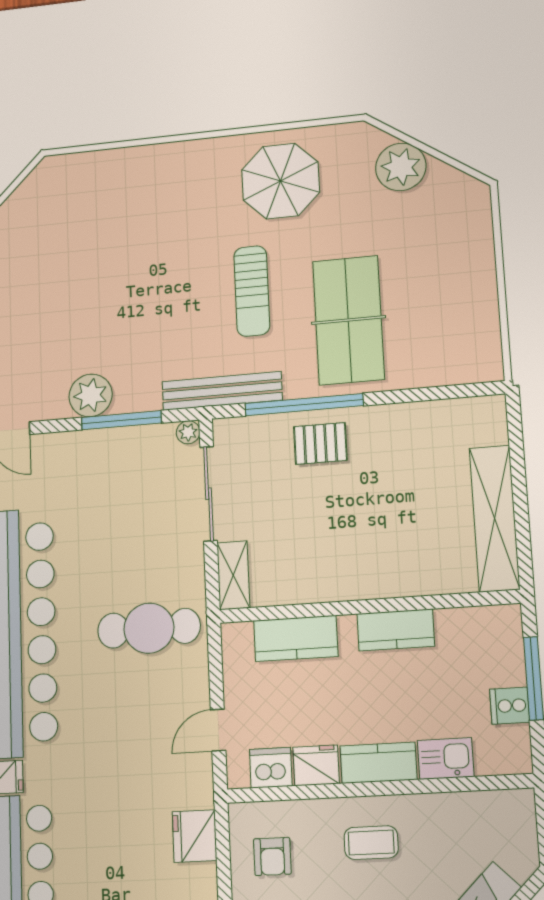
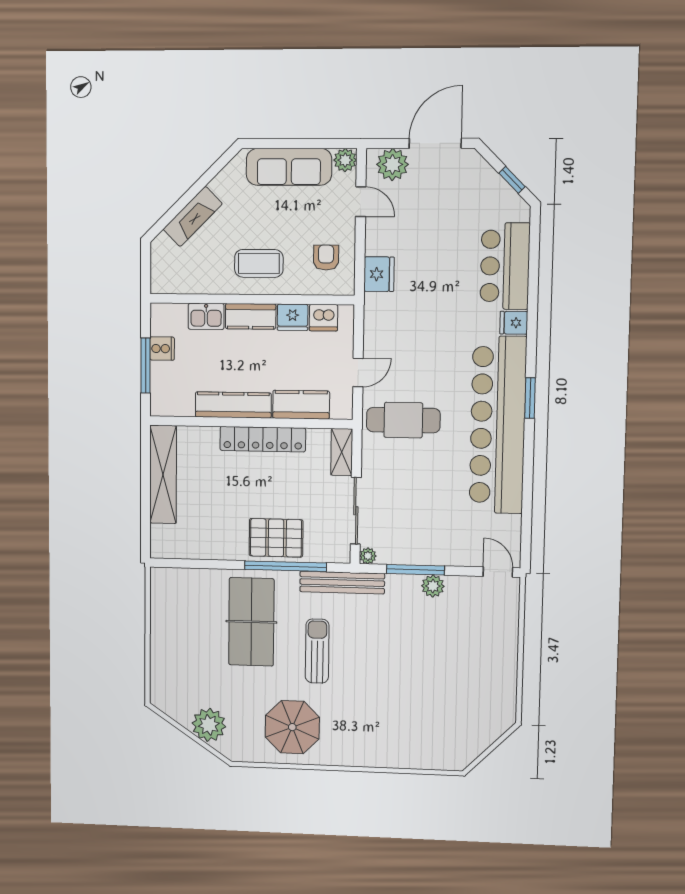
plant: (91, 395) -> (433, 586), width x0.73, depth x0.73
pallet: (320, 443) -> (276, 538), width x1.50, depth x1.42
locker: (349, 584) -> (263, 439), added
kitchen counter: (396, 630) -> (233, 405), width x1.50
door: (218, 730) -> (358, 372), moved
coffee table: (371, 843) -> (259, 263), width x1.36, depth x1.30

